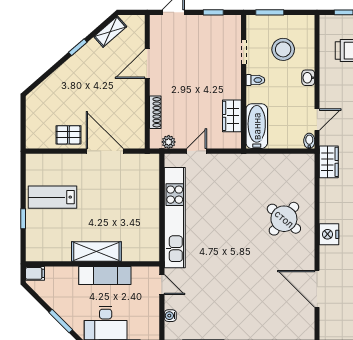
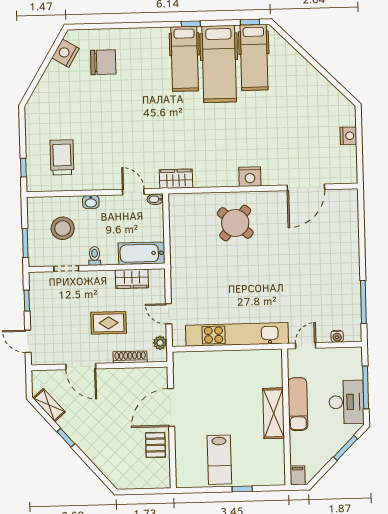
rug: (189, 92) -> (109, 323), added

